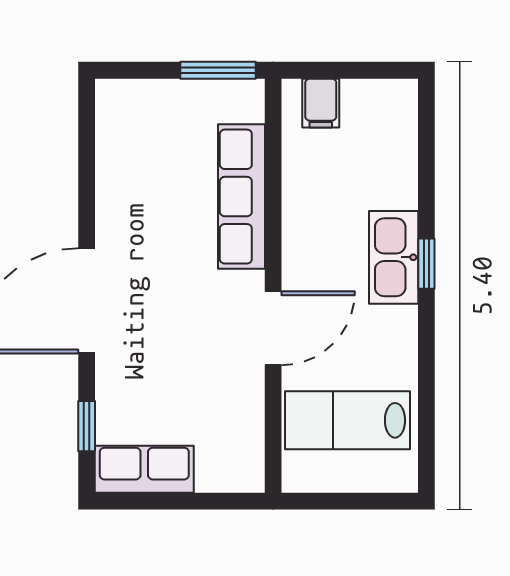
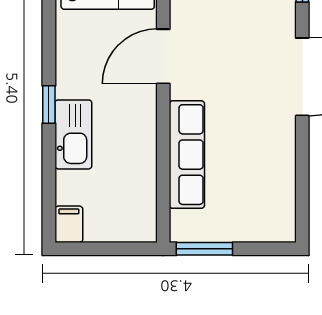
filing cabinet: (321, 103) -> (69, 224), moved
kitchen sink: (394, 257) -> (73, 134), moved

